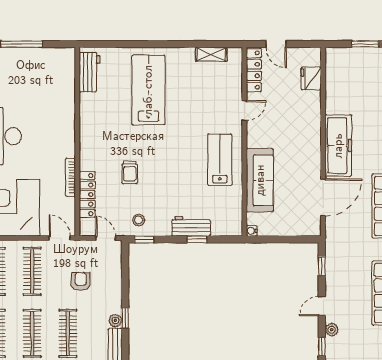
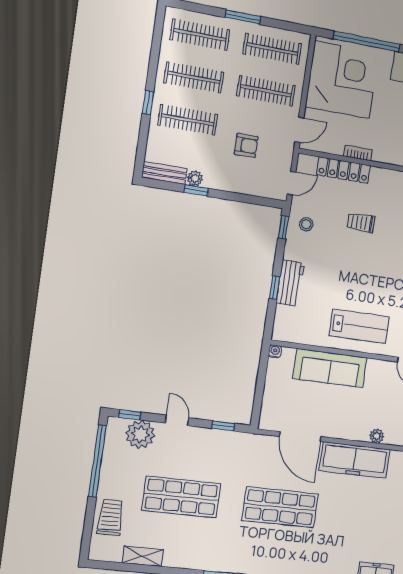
plant: (315, 129) -> (377, 436), added
bookcase: (70, 177) -> (358, 153), width x0.64
plant: (332, 330) -> (140, 434), width x1.88, depth x1.88

